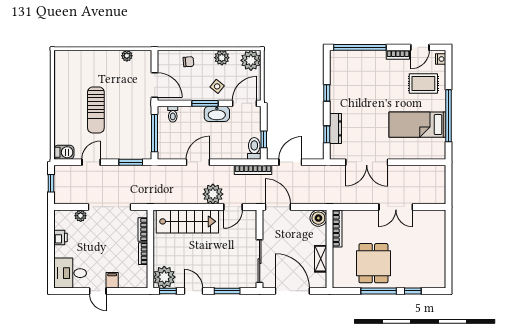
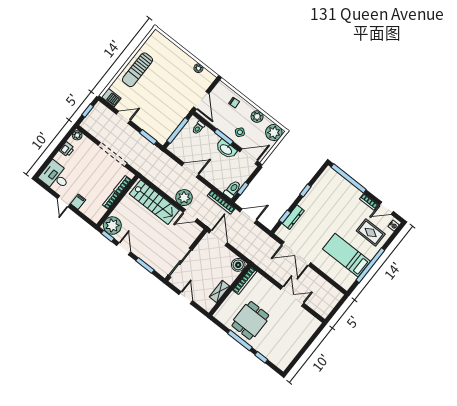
sun lounger: (96, 110) -> (137, 70), moved
double door: (396, 207) -> (292, 296), swing flipped
plant: (81, 216) -> (77, 135), moved
door: (292, 291) -> (186, 298), width x0.53

